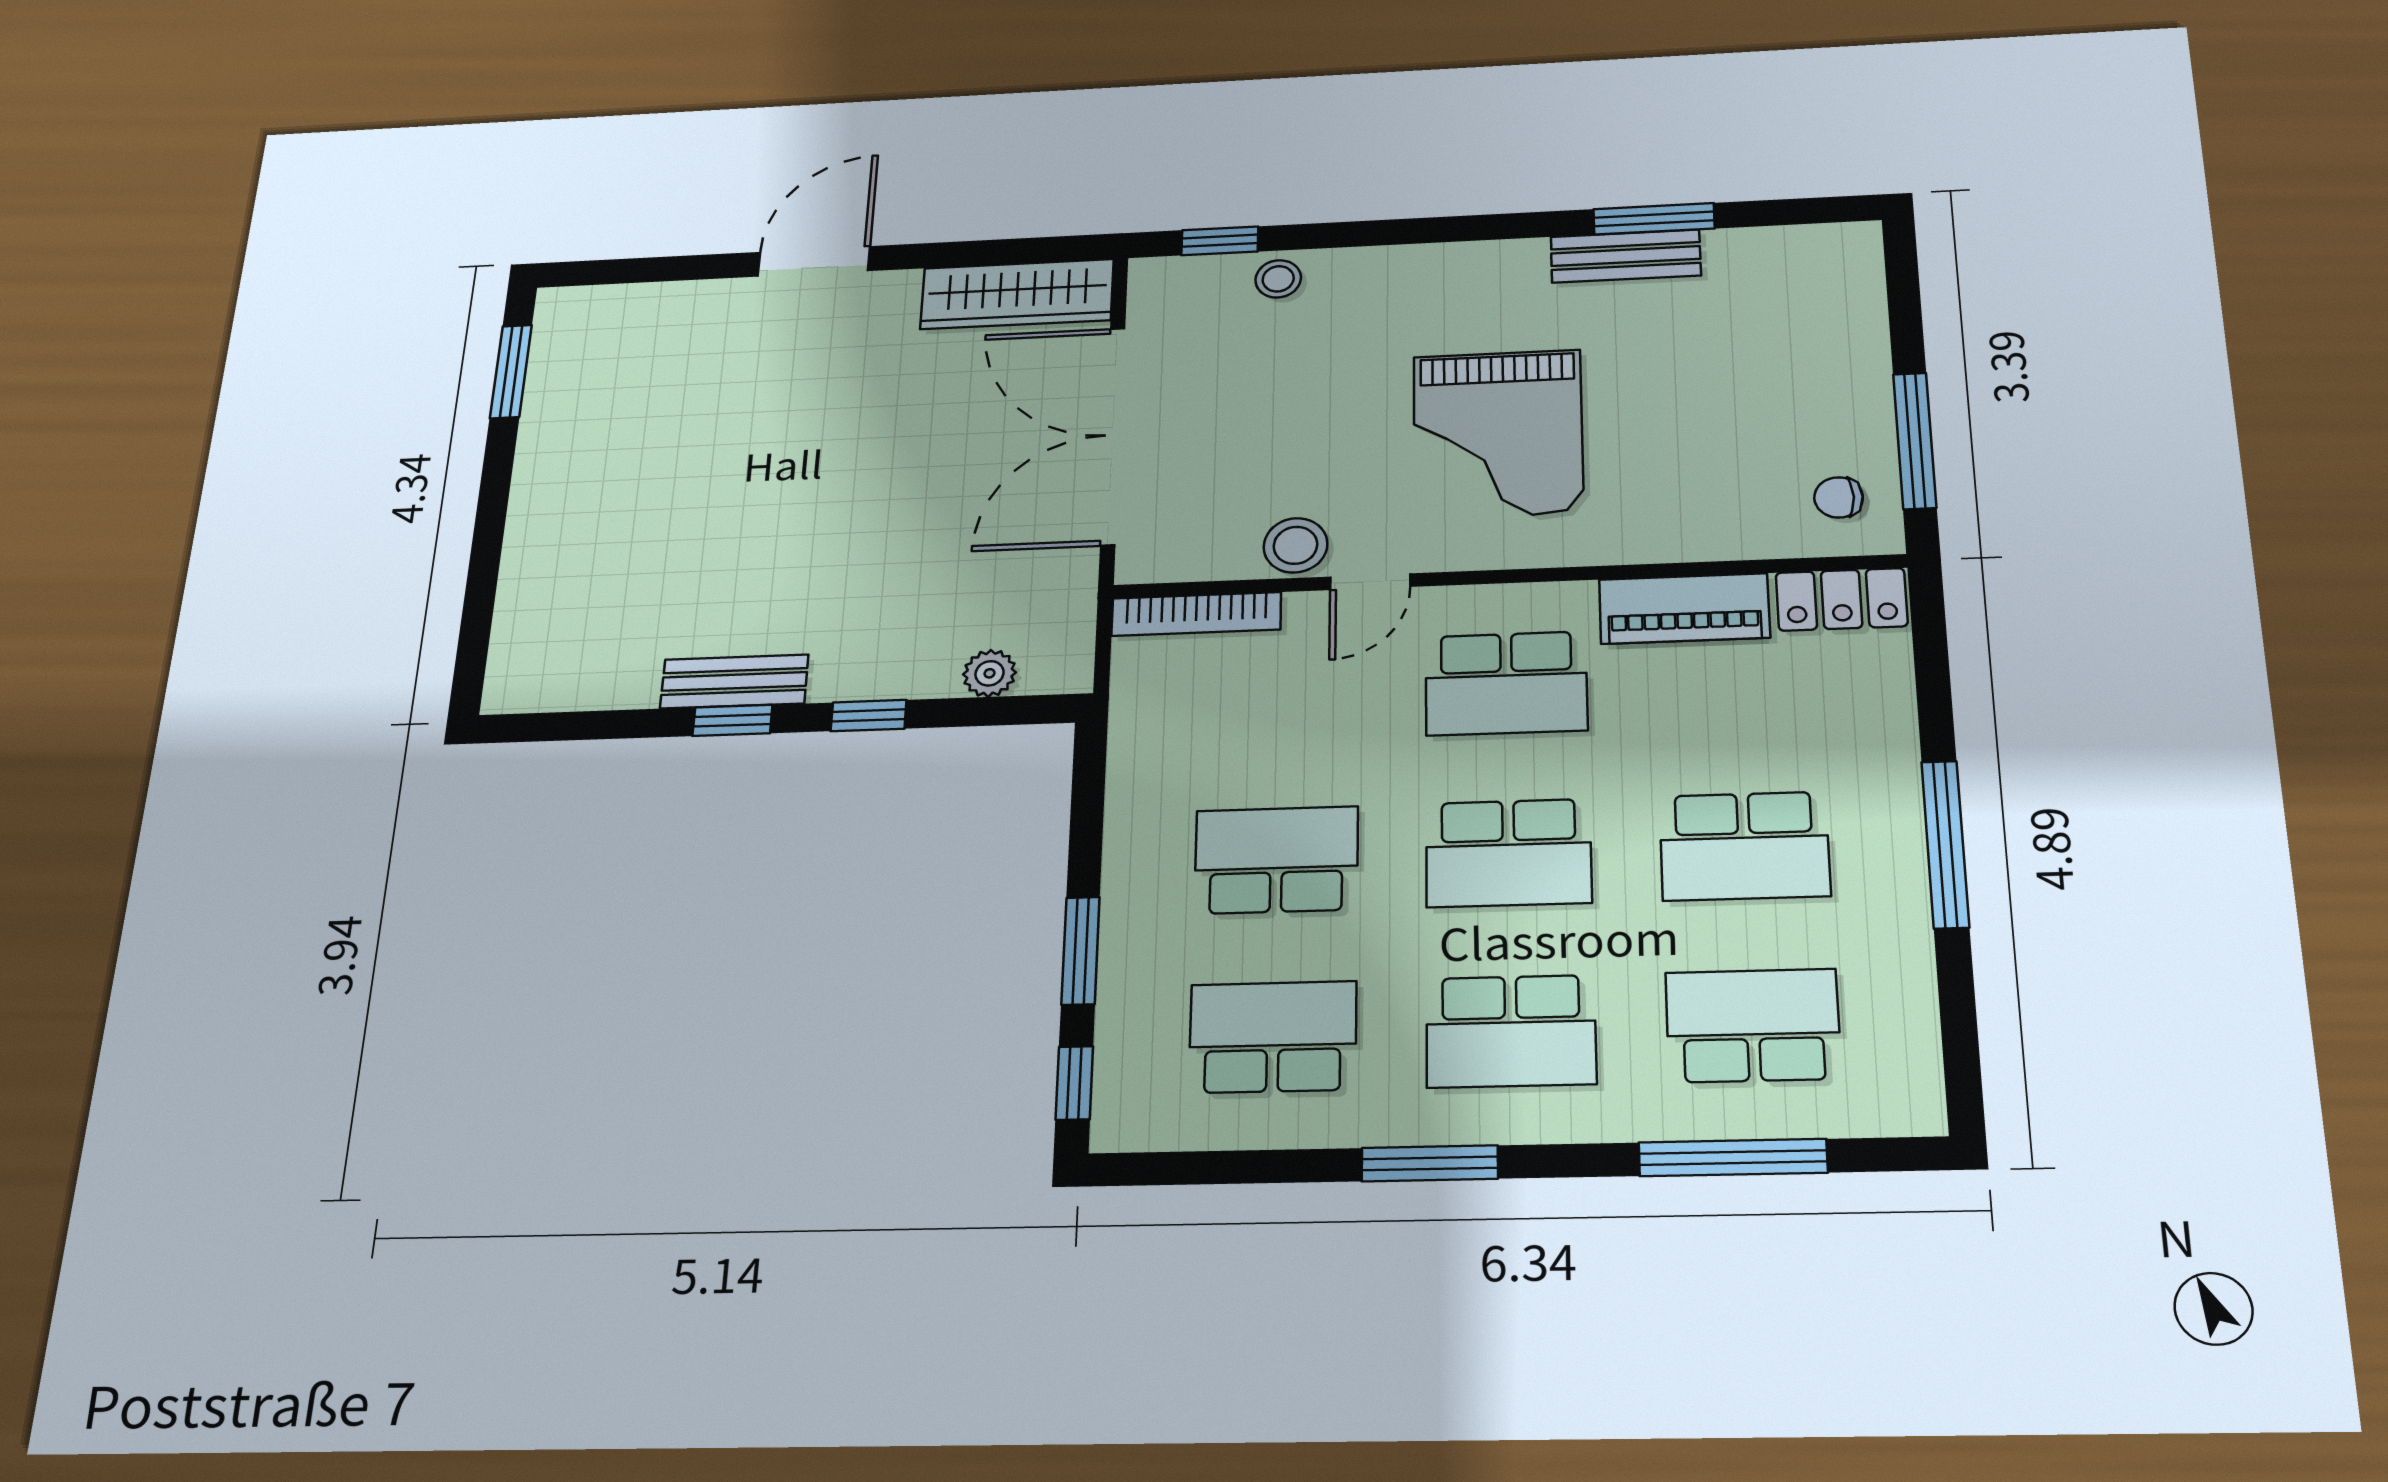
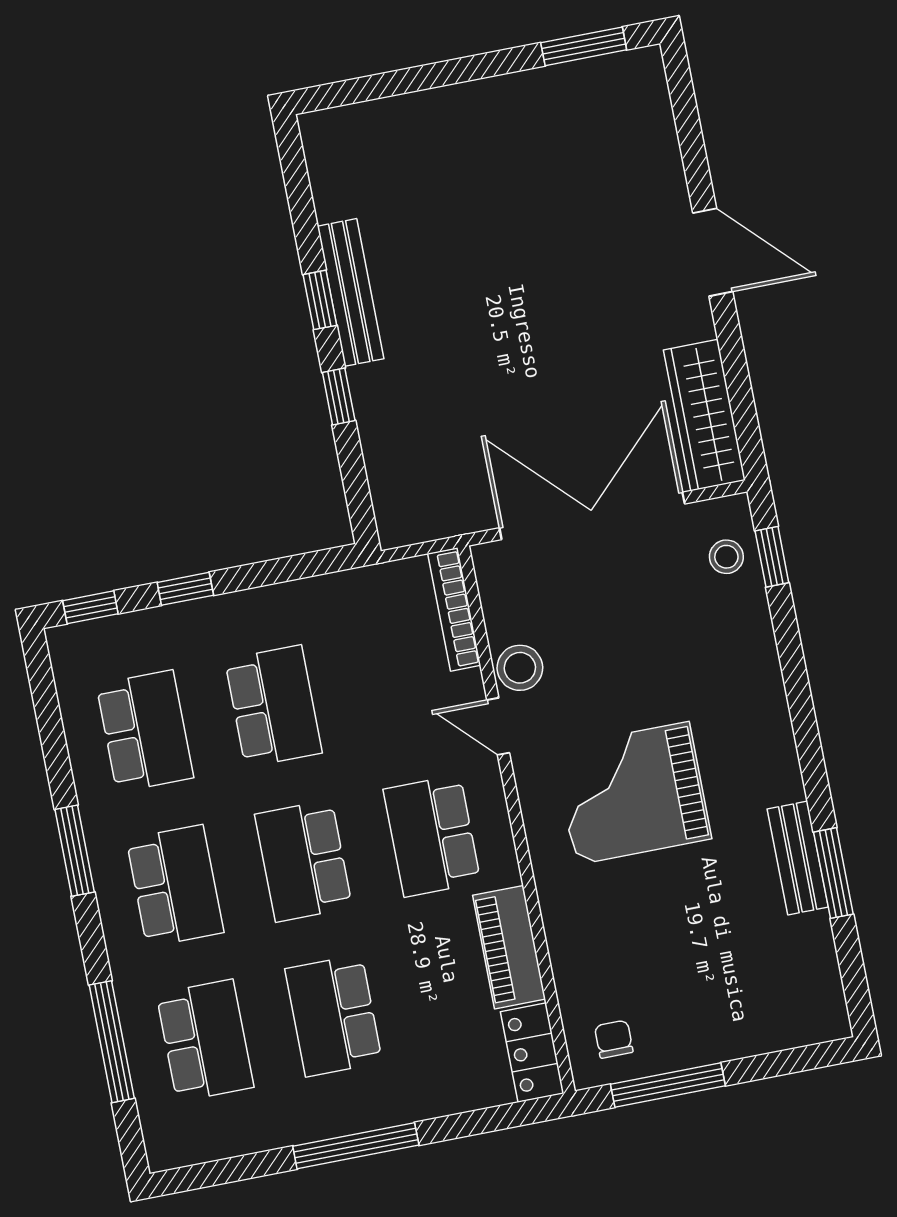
stool: (1278, 279) -> (726, 557), moved
plant: (990, 673) -> (385, 474), removed
bench: (734, 682) -> (351, 292), width x1.36
window: (1081, 951) -> (185, 589), width x0.67
school desk: (1511, 1031) -> (175, 886), turned 180

